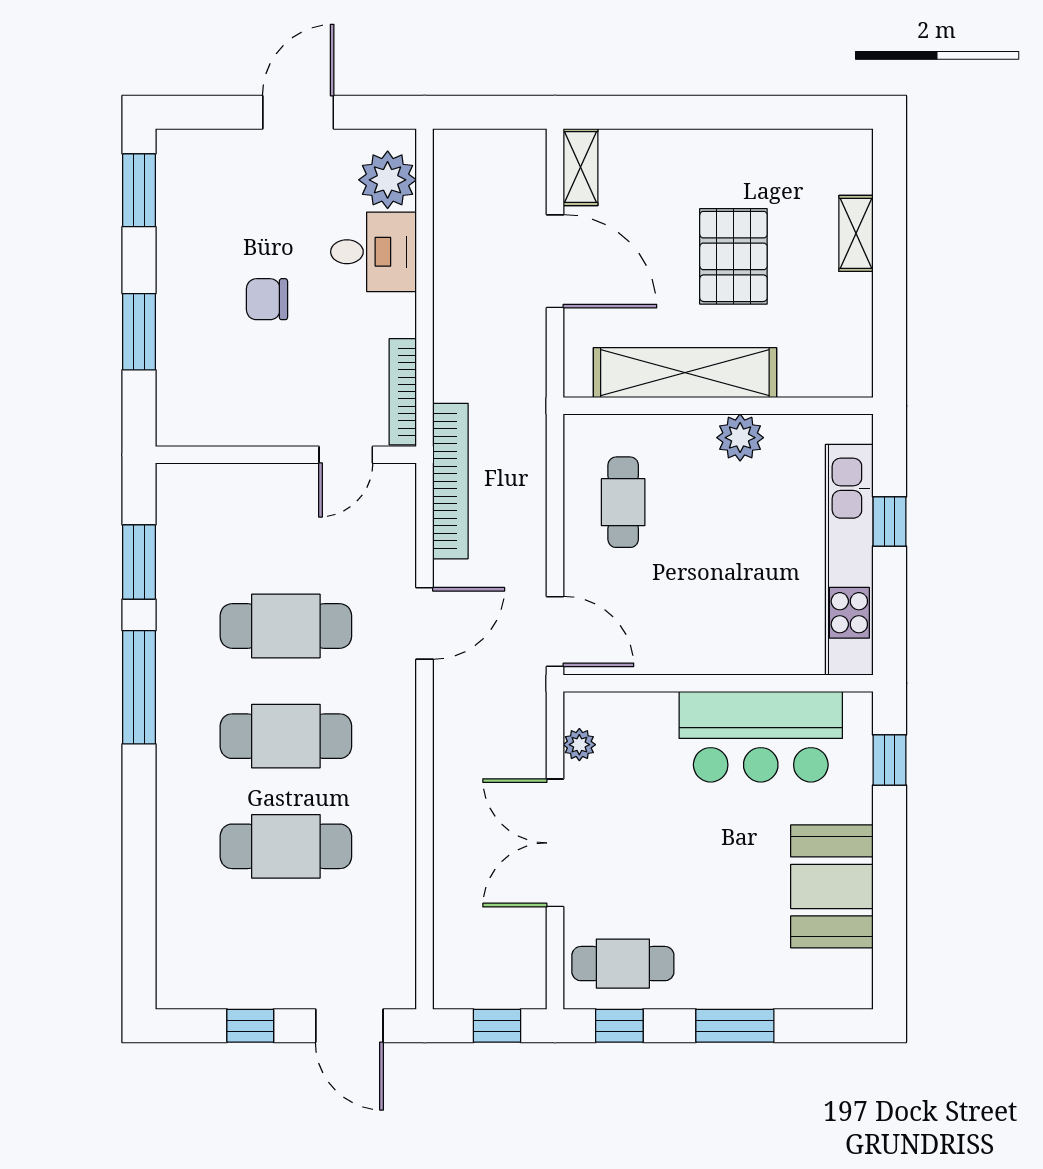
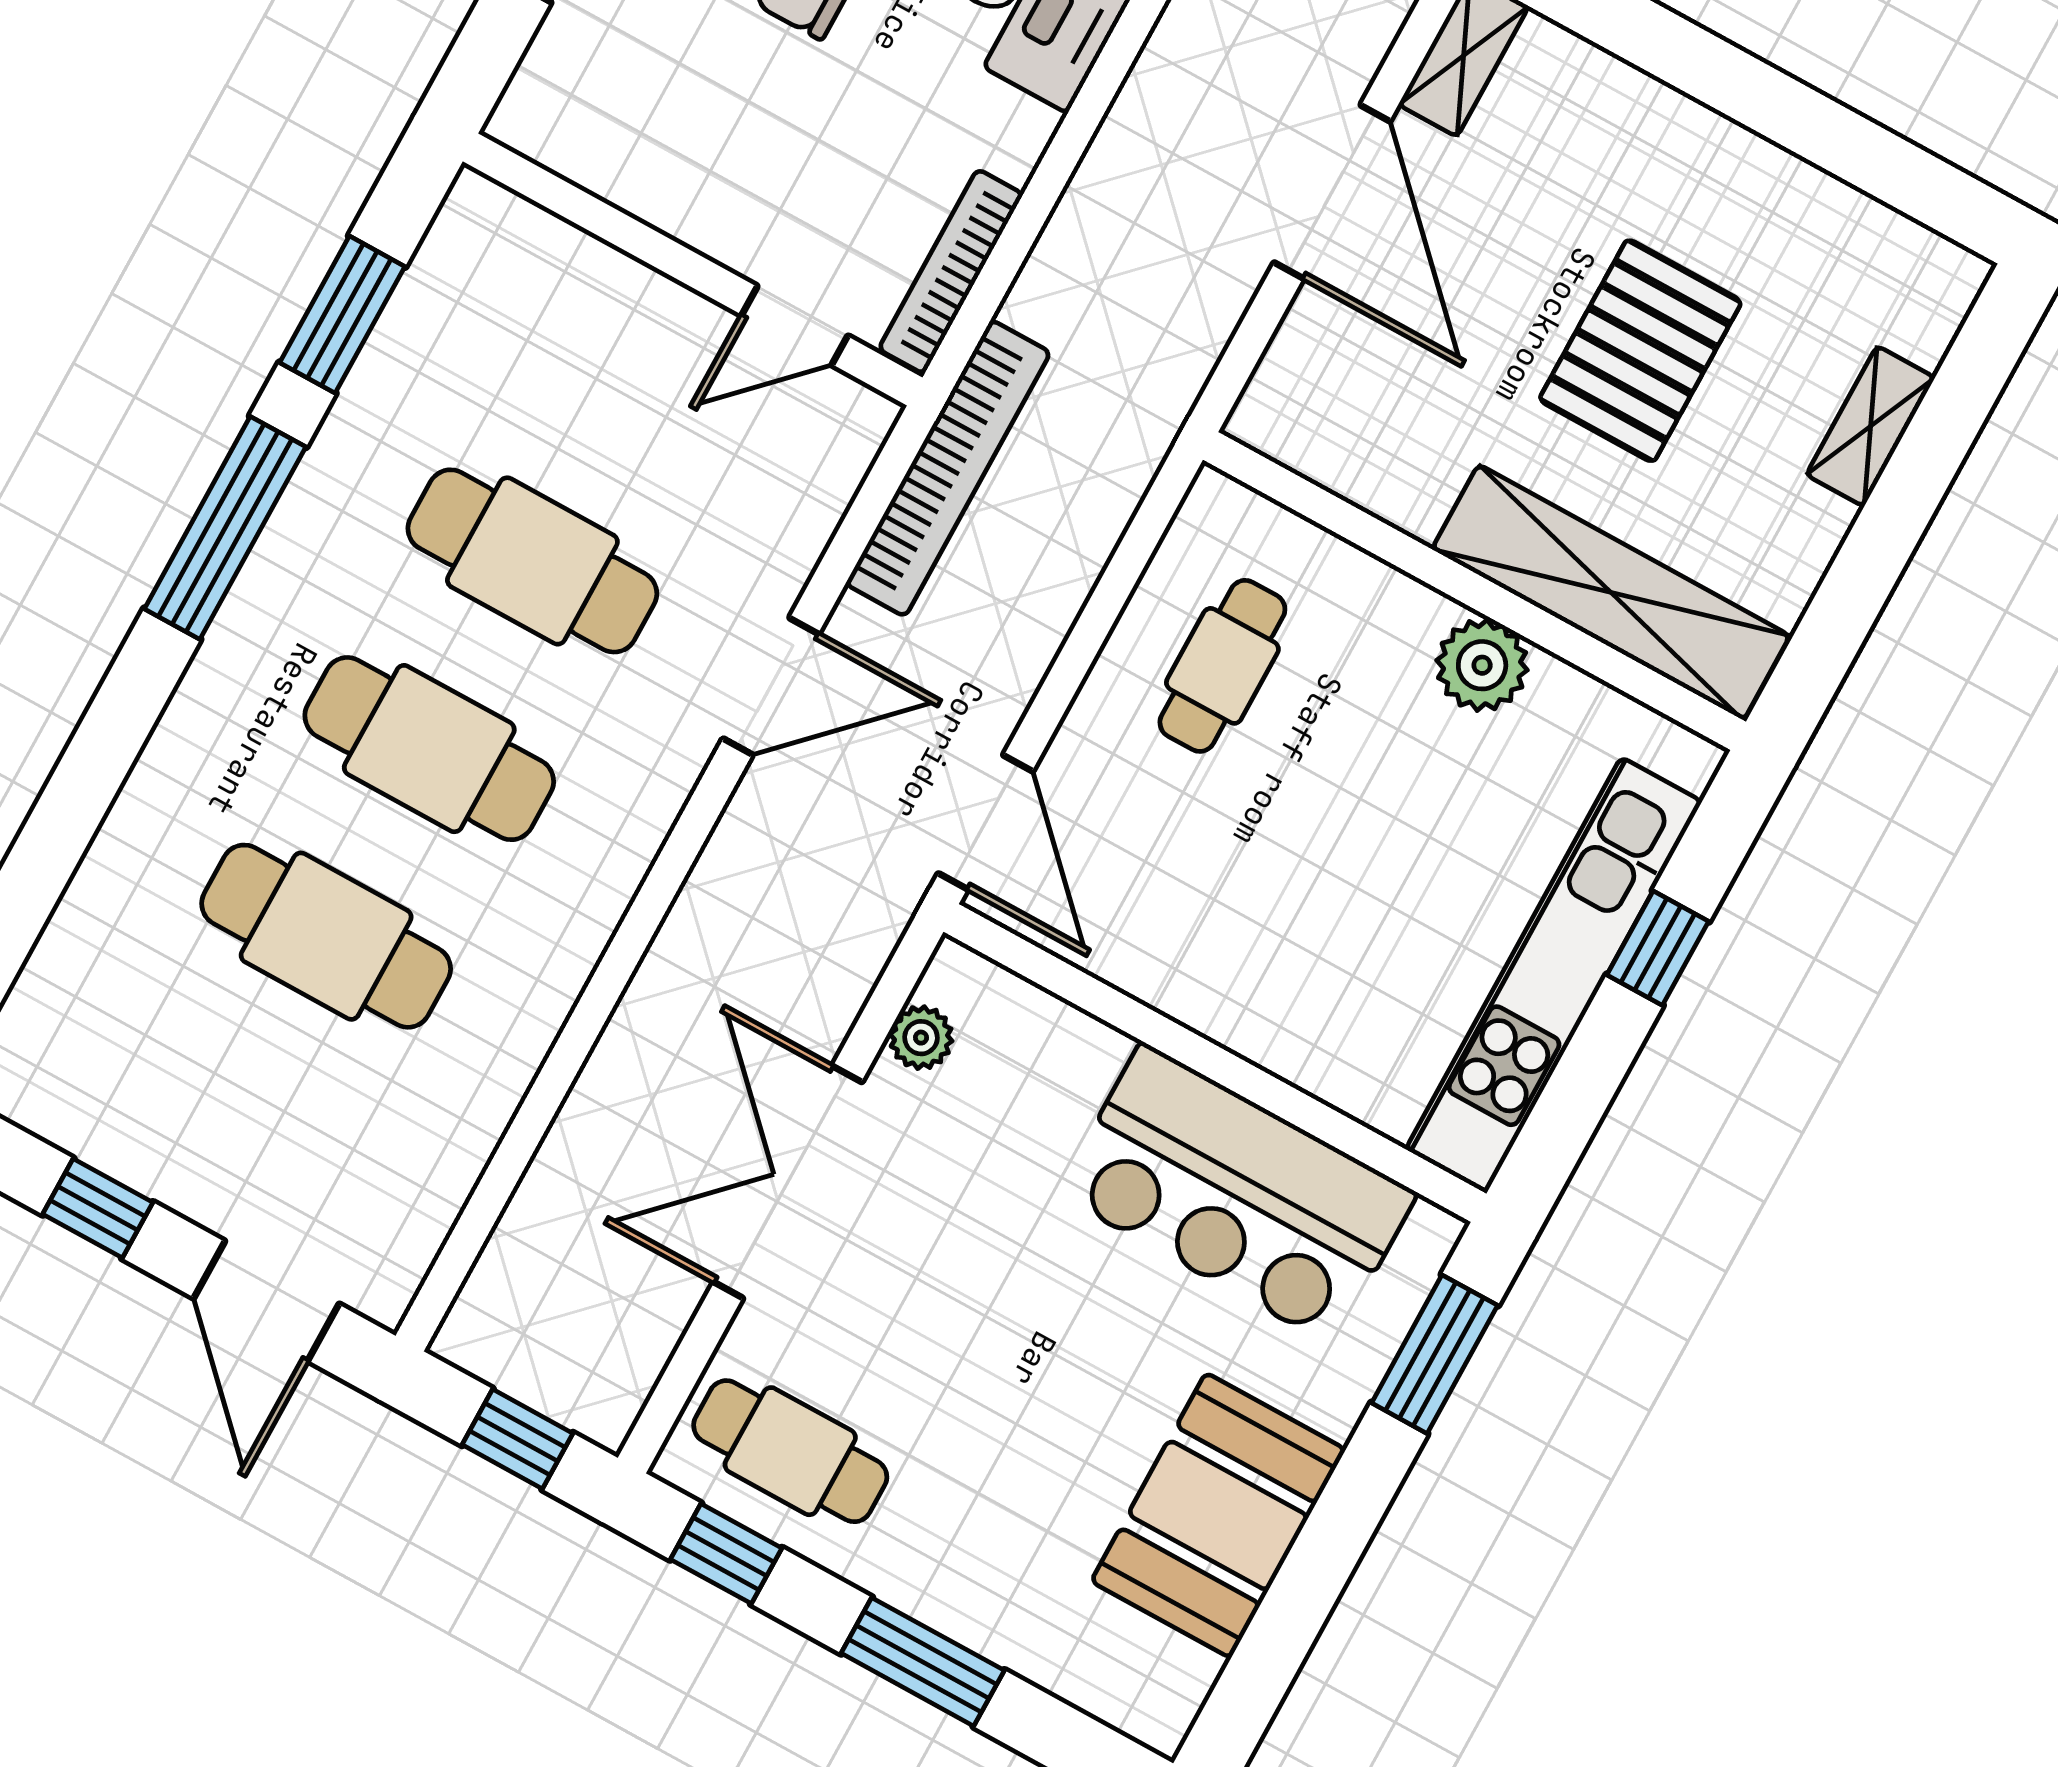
shelving: (685, 373) -> (1611, 592), moved
window: (889, 760) -> (1435, 1354), width x1.50

